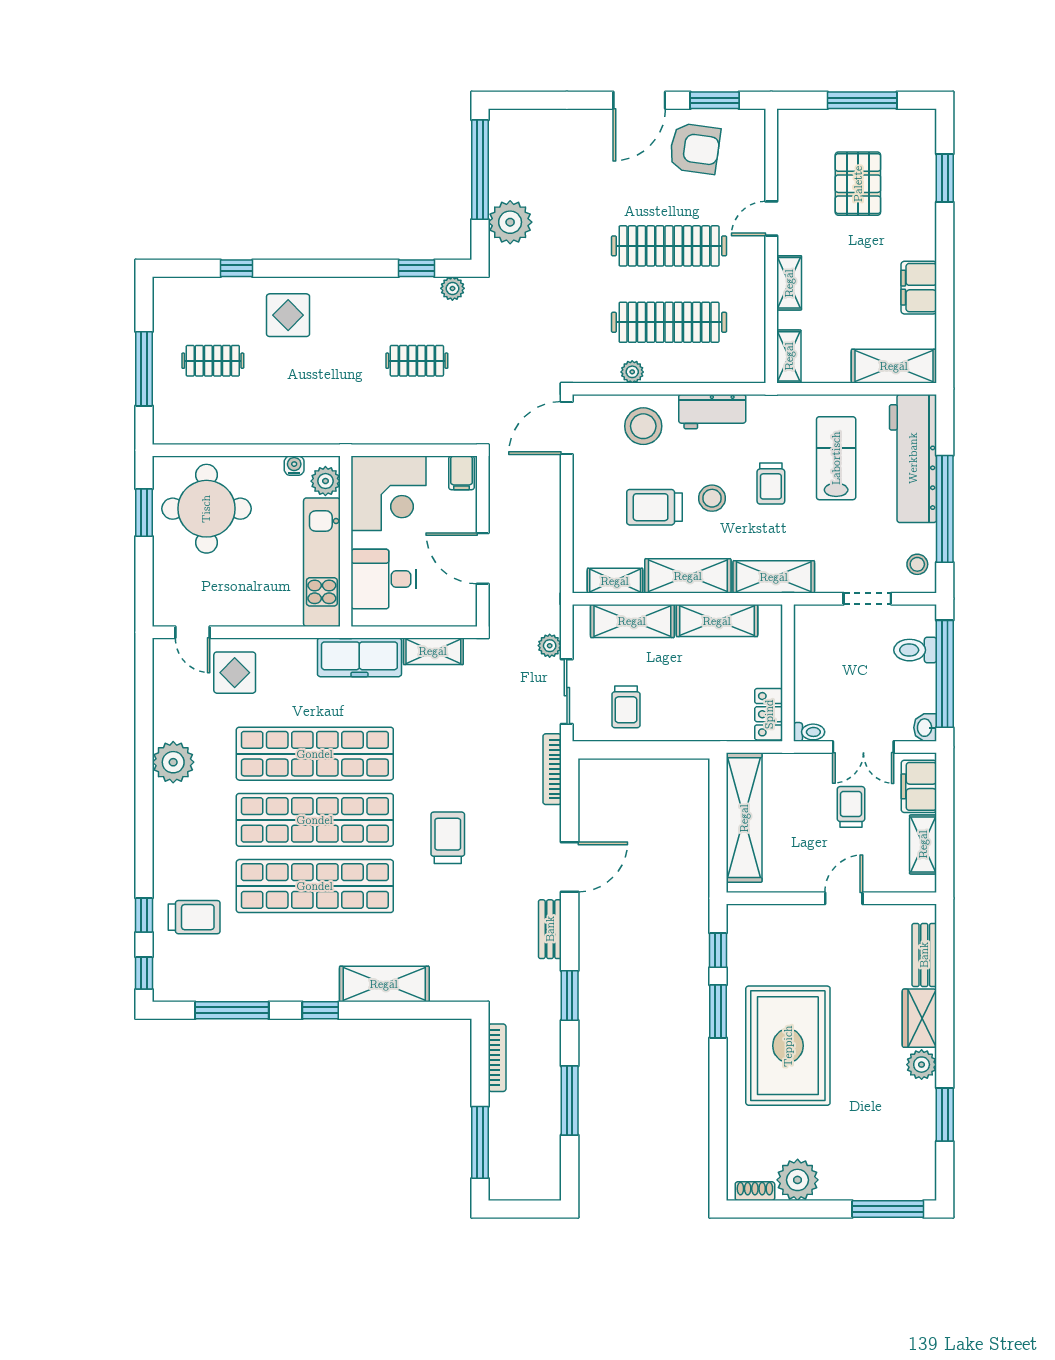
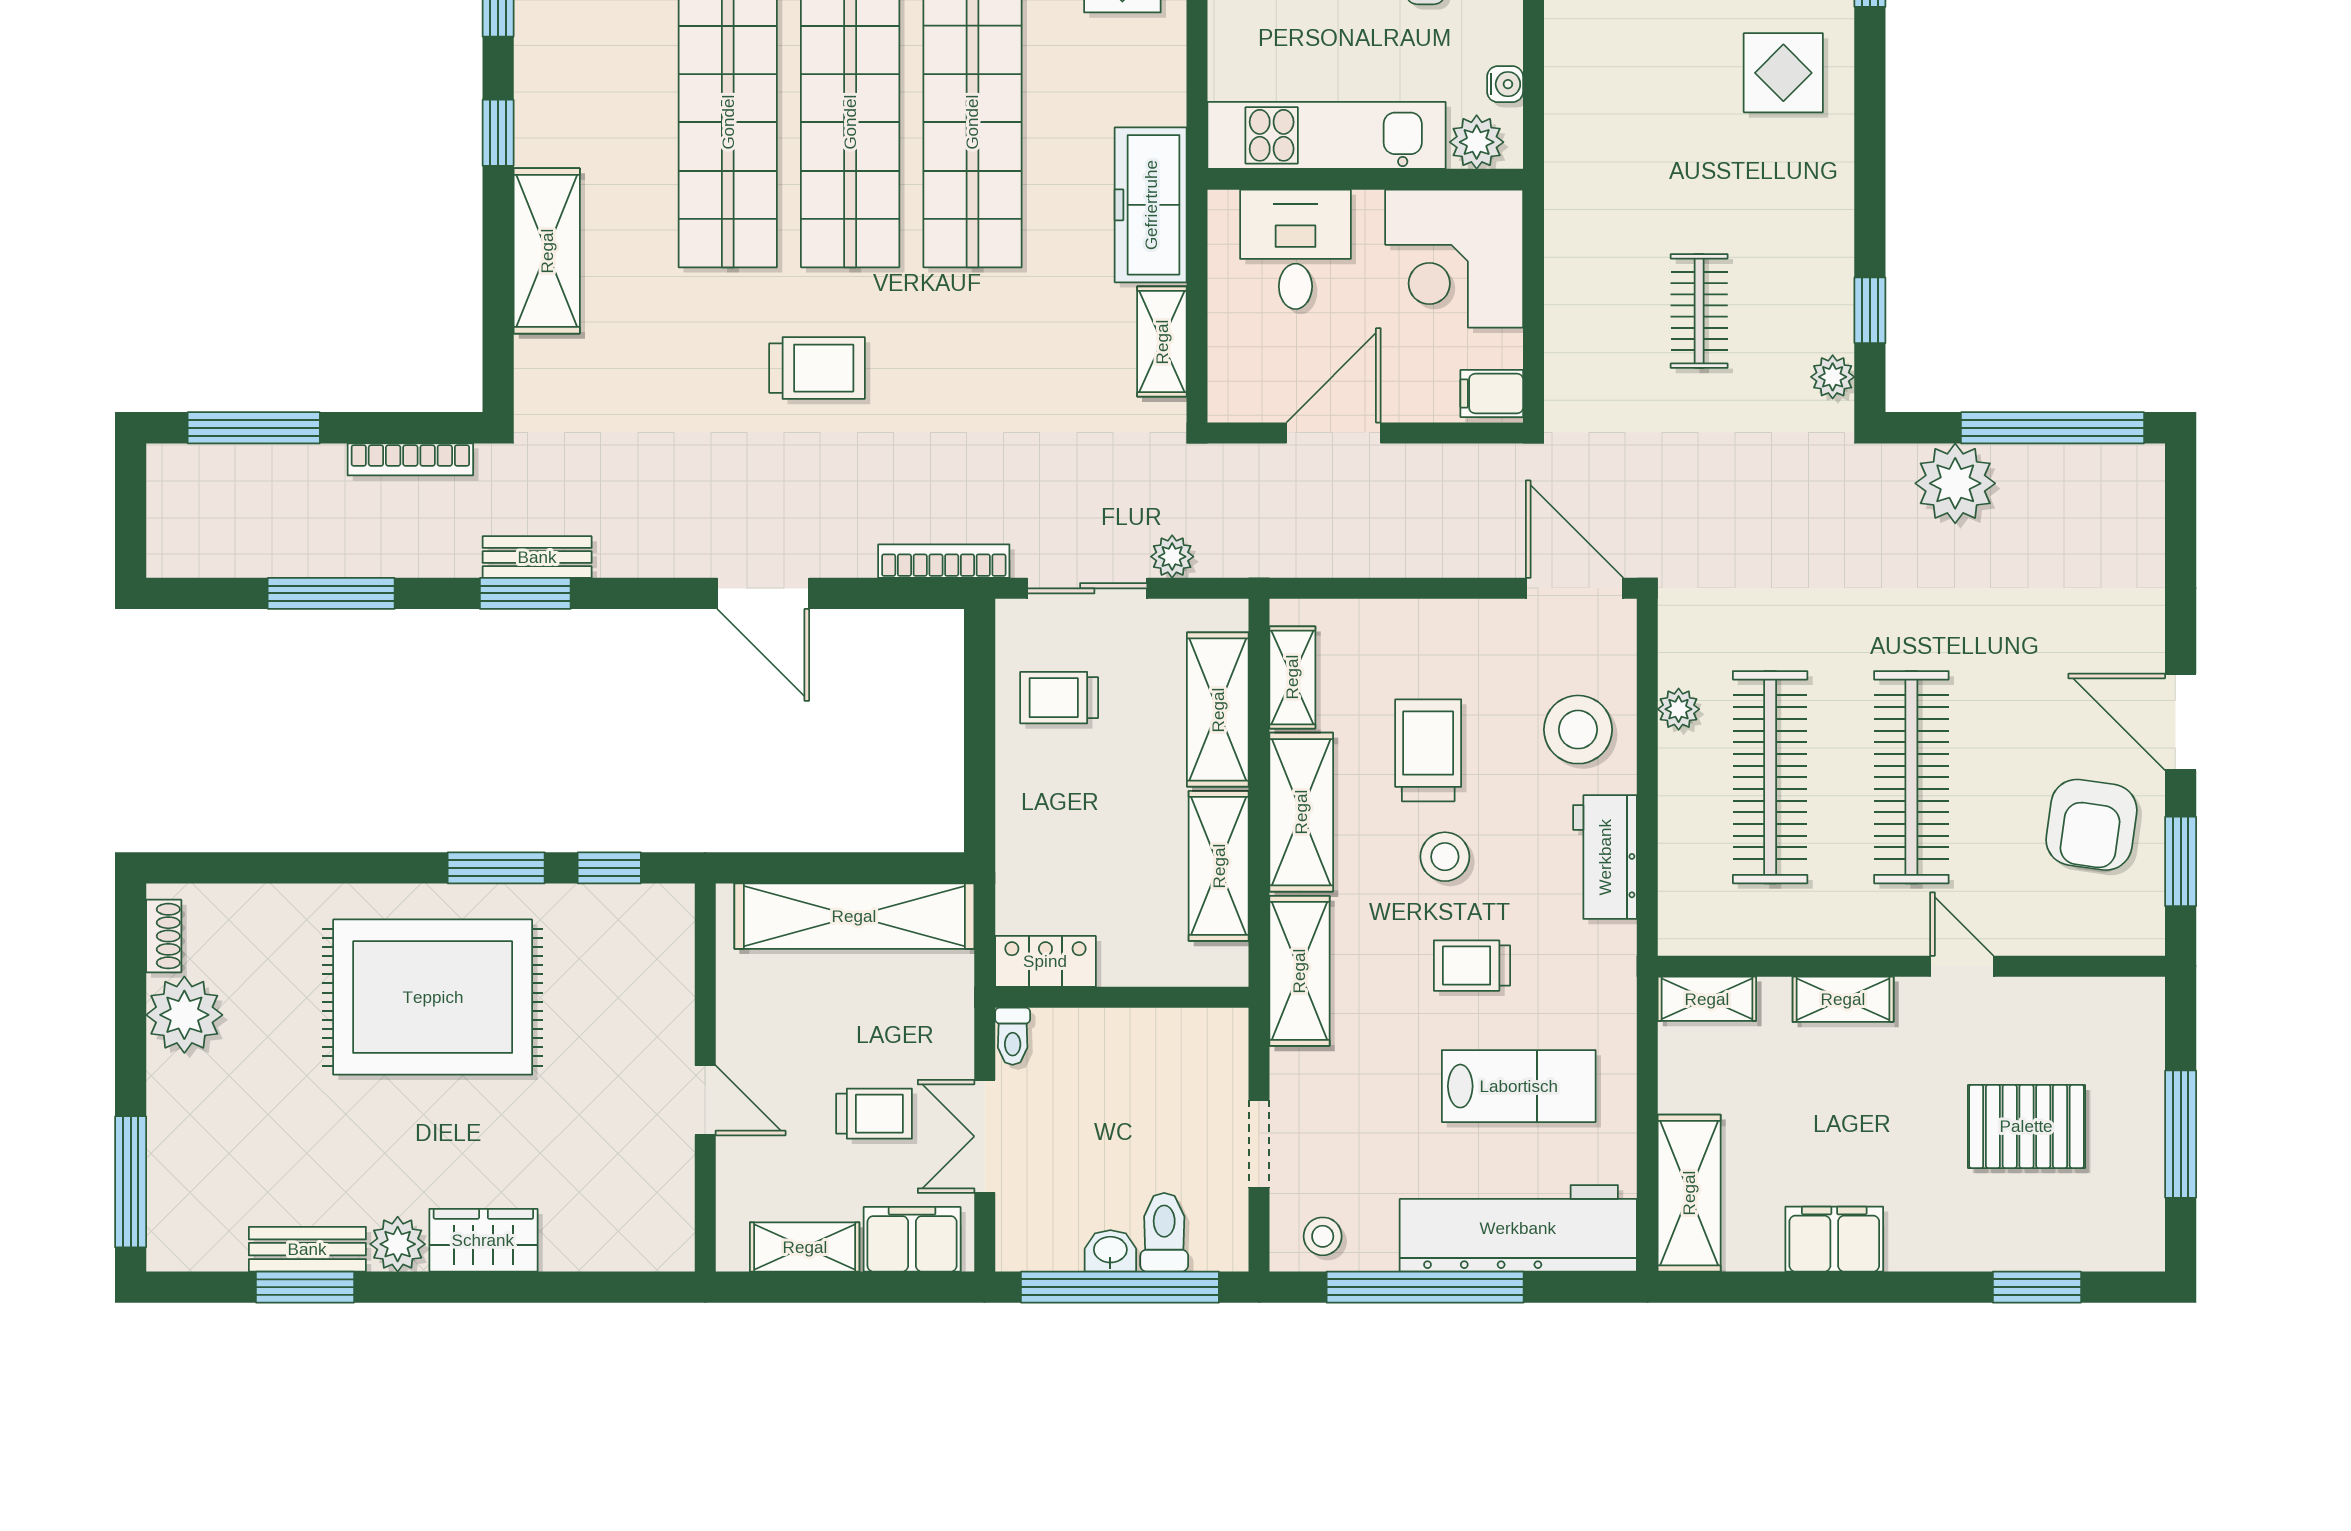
washbasin: (925, 728) -> (1110, 1251), moved
bench: (550, 929) -> (537, 557), moved
bench: (924, 955) -> (307, 1249), moved

